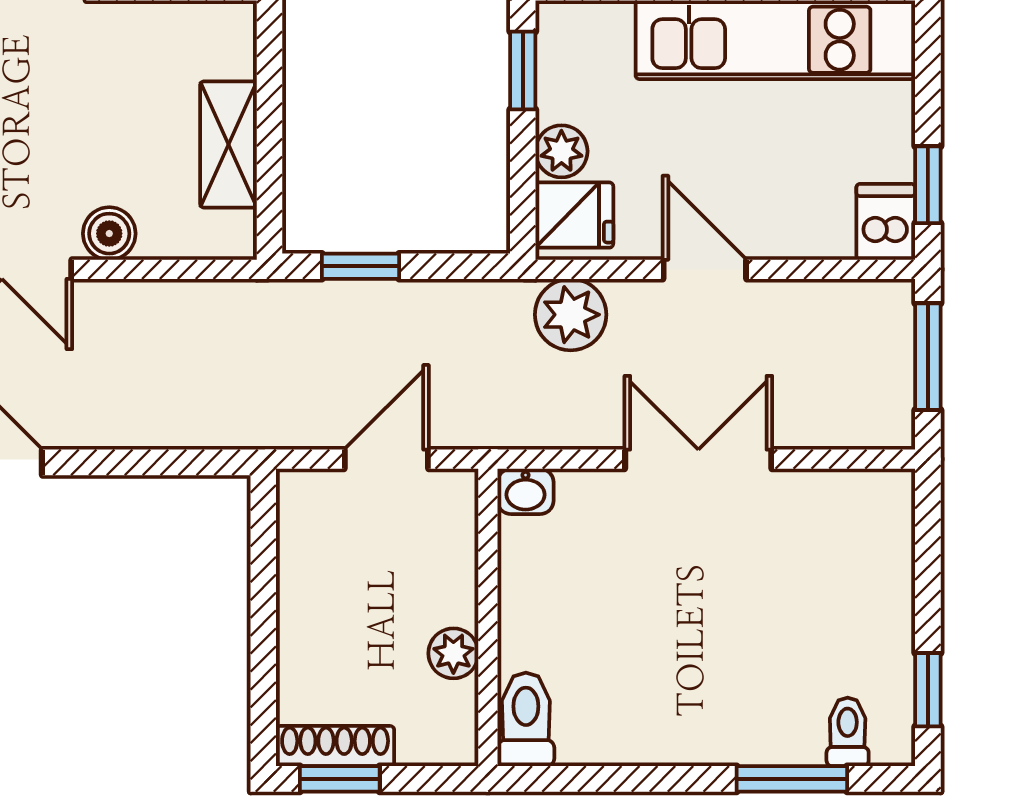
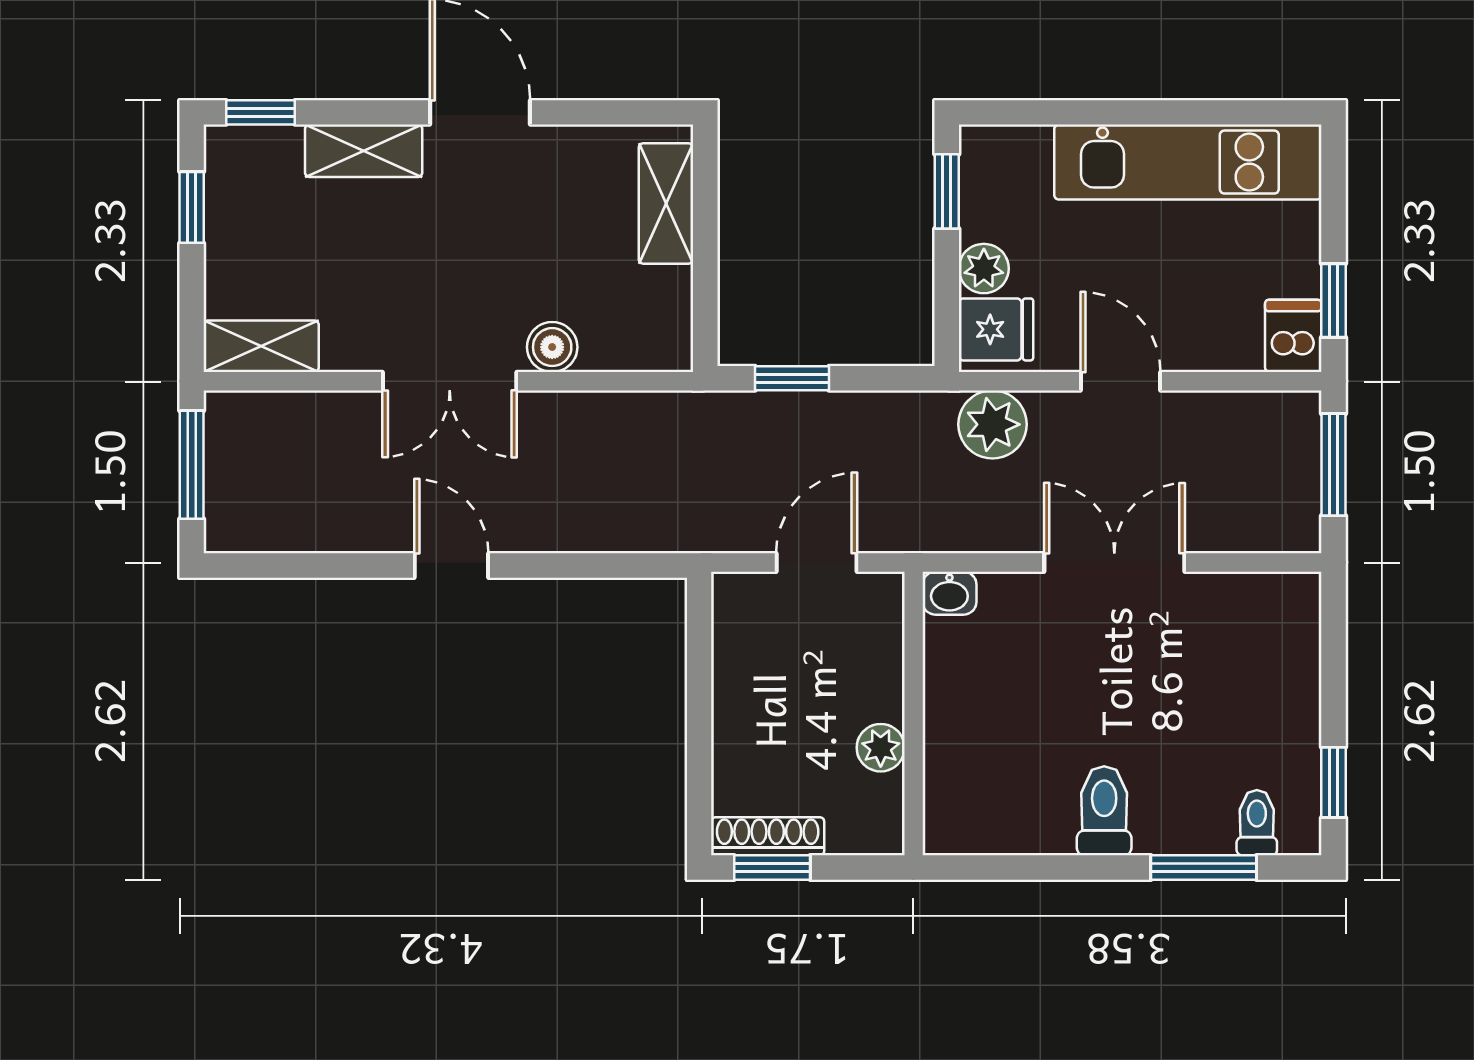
shelving: (228, 144) -> (666, 203), moved
toilet: (526, 719) -> (1104, 811), moved

